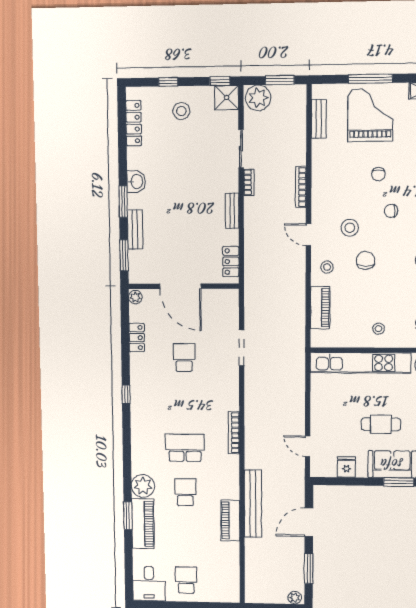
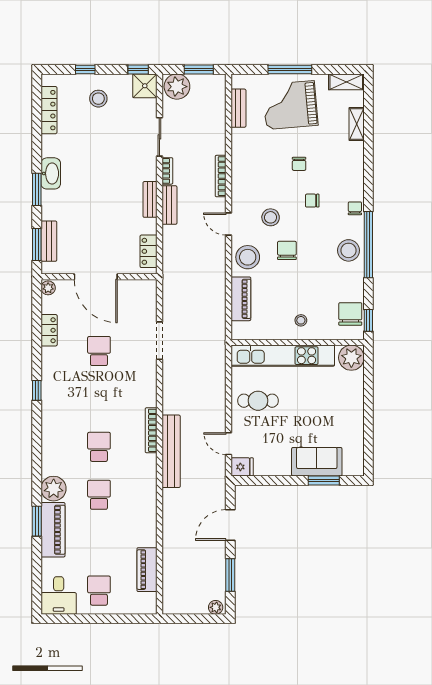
grand piano: (370, 115) -> (290, 105), turned -95
washbasin: (136, 182) -> (51, 173), width x1.38
bench: (251, 216) -> (169, 205), added
bench: (135, 230) -> (49, 241), moved
stool: (327, 267) -> (248, 257), width x1.89, depth x1.89
cafe table: (381, 424) -> (258, 401), moved
school desk: (185, 448) -> (99, 447), width x0.54
fridge: (346, 467) -> (242, 467), moved, turned 90
bench: (253, 504) -> (171, 451), moved
piano: (230, 521) -> (147, 570), moved

